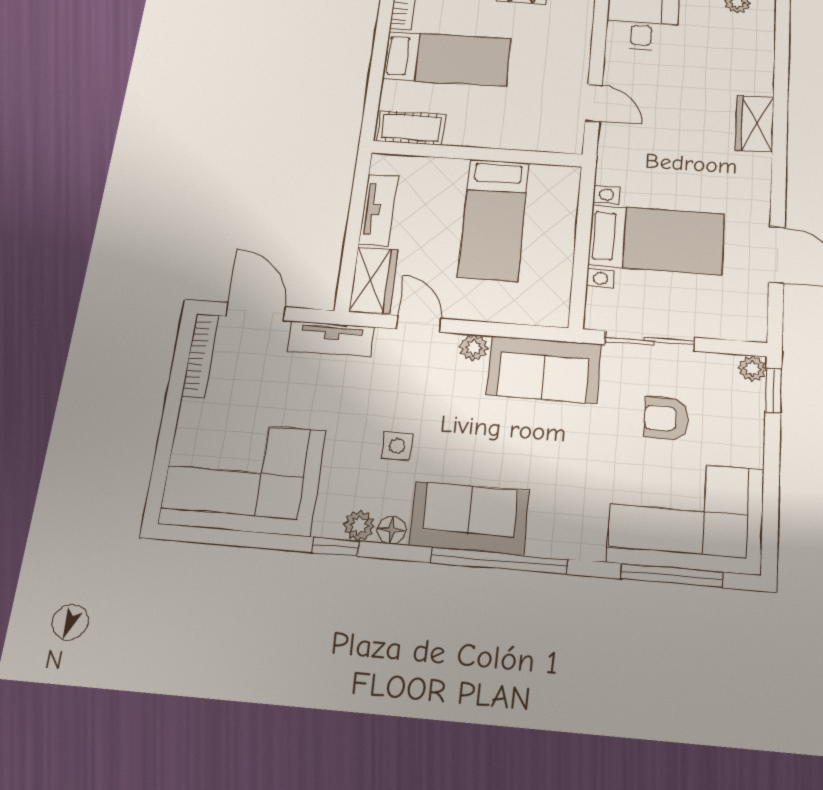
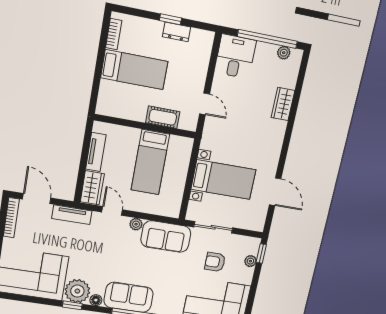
wardrobe: (755, 124) -> (283, 104), moved
cot: (411, 128) -> (163, 117), moved
plant: (752, 369) -> (250, 261), moved
side table: (397, 446) -> (100, 265), removed
plant: (359, 525) -> (77, 291), width x1.88, depth x1.88

